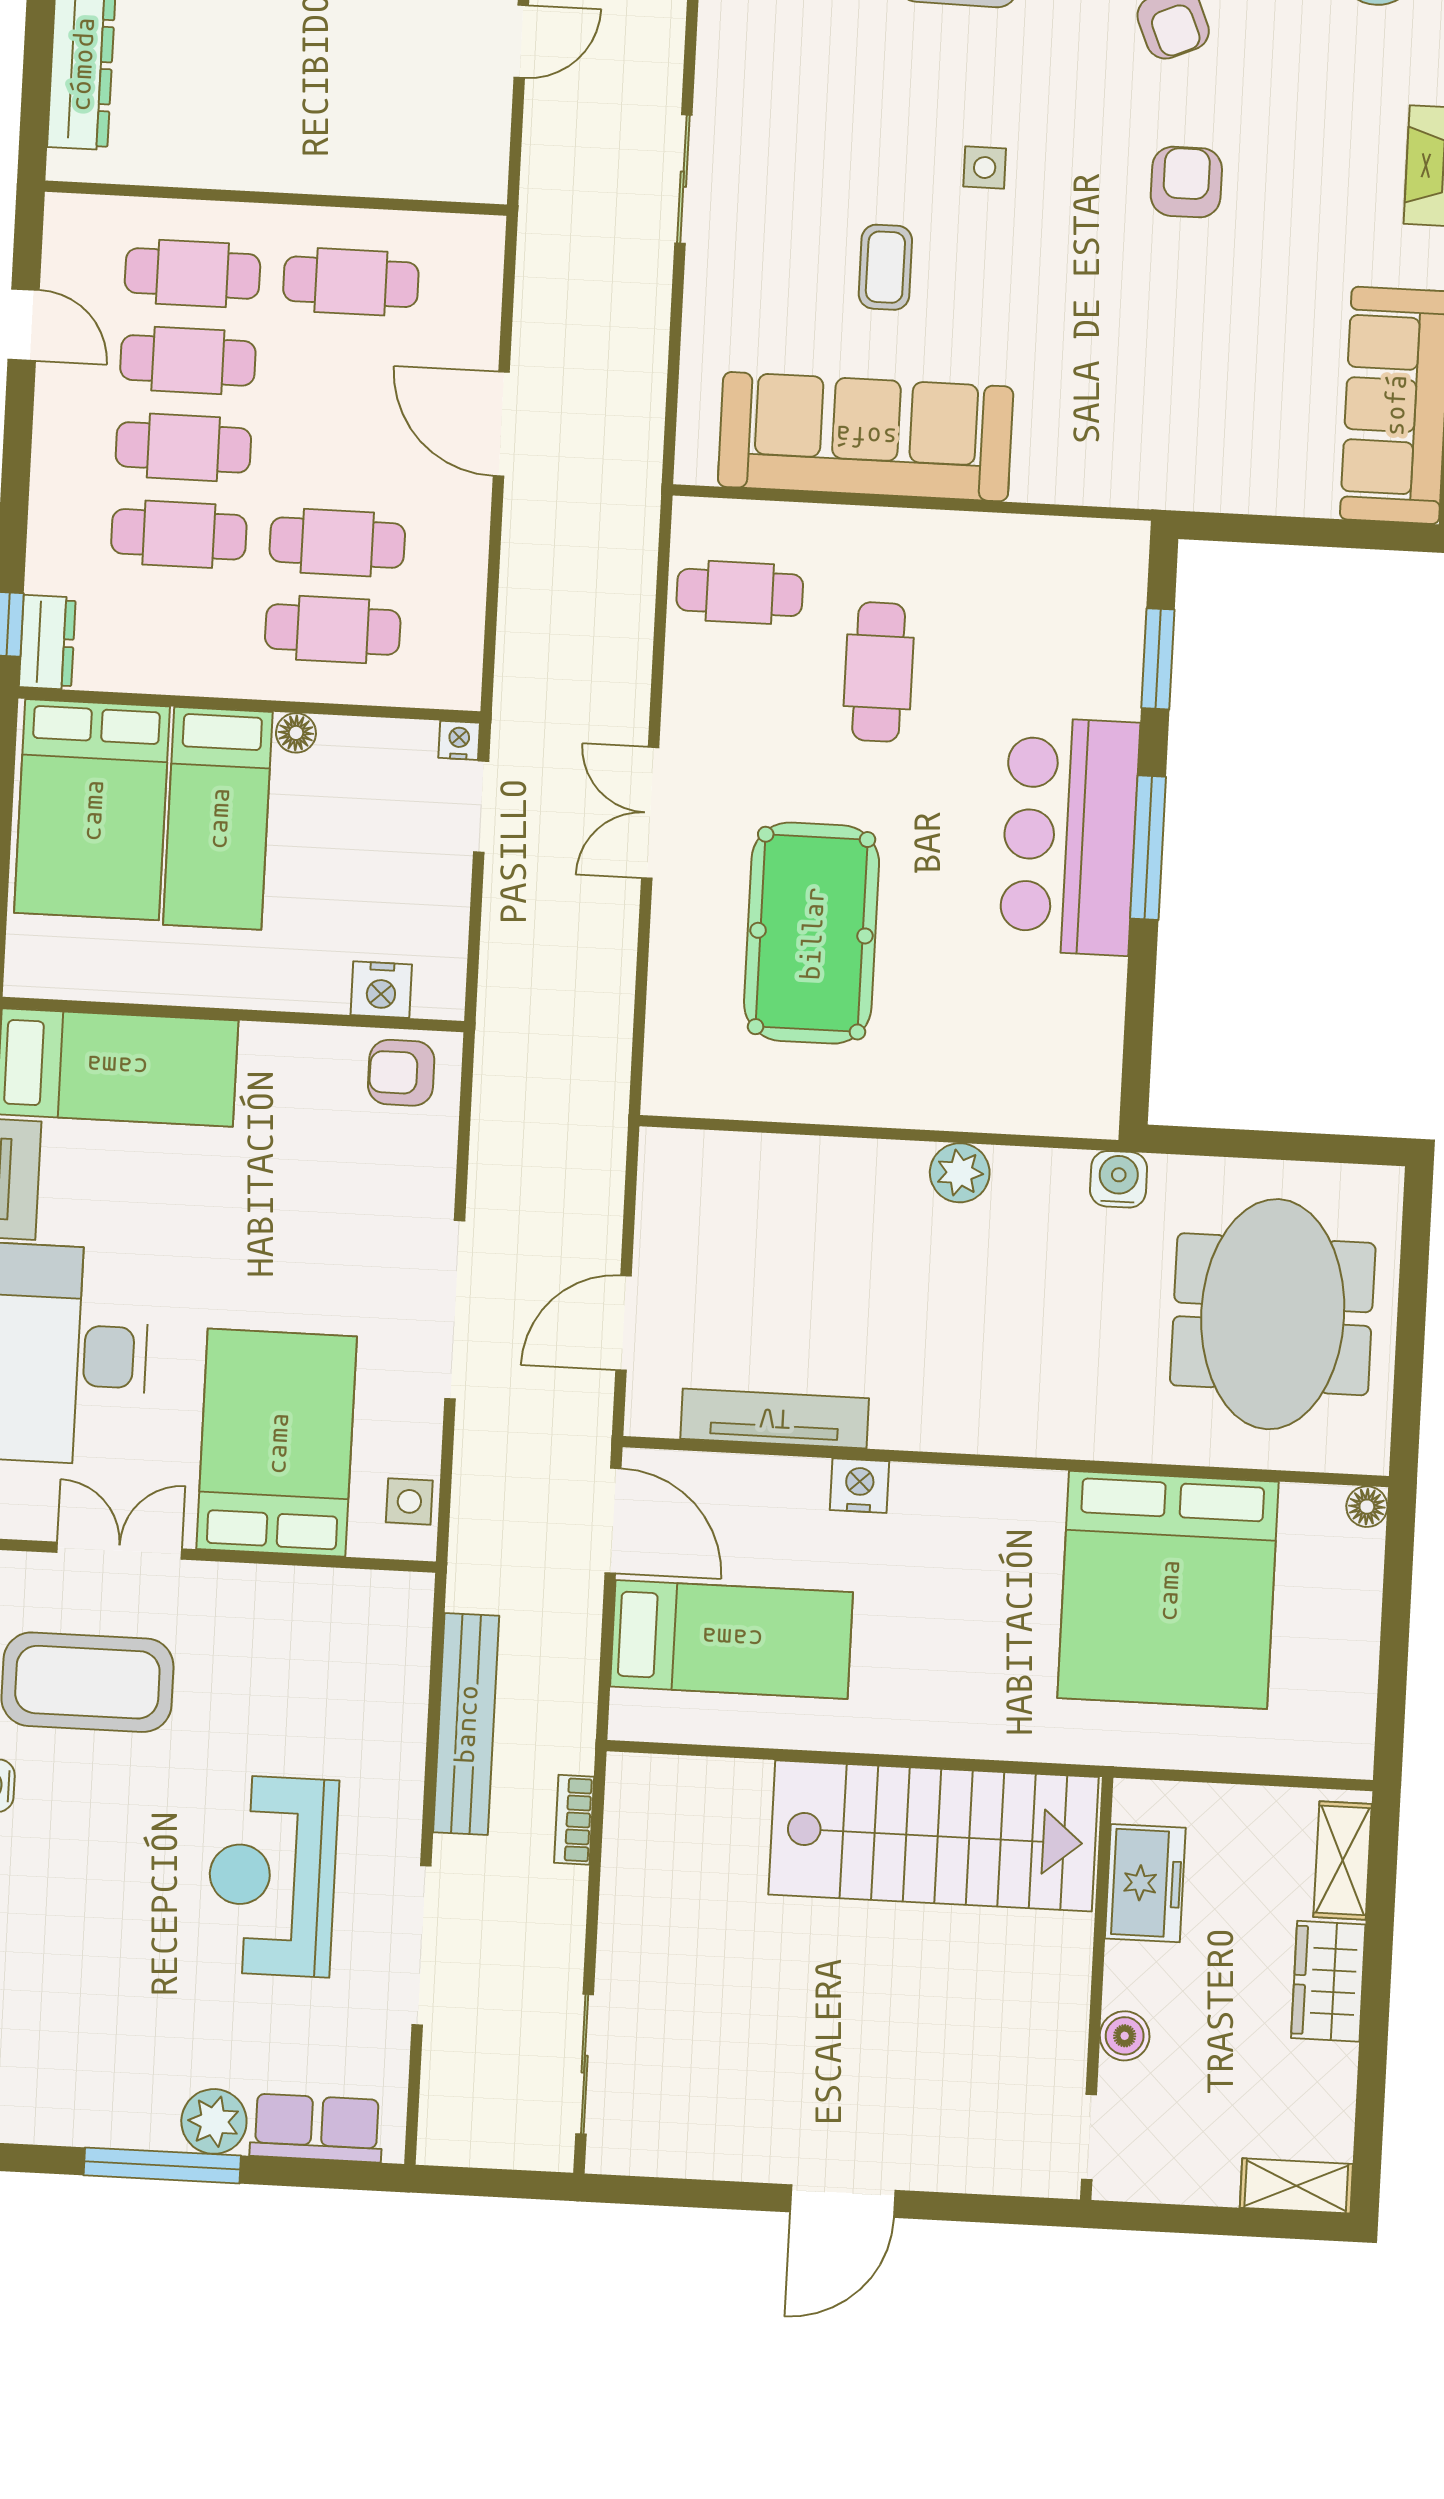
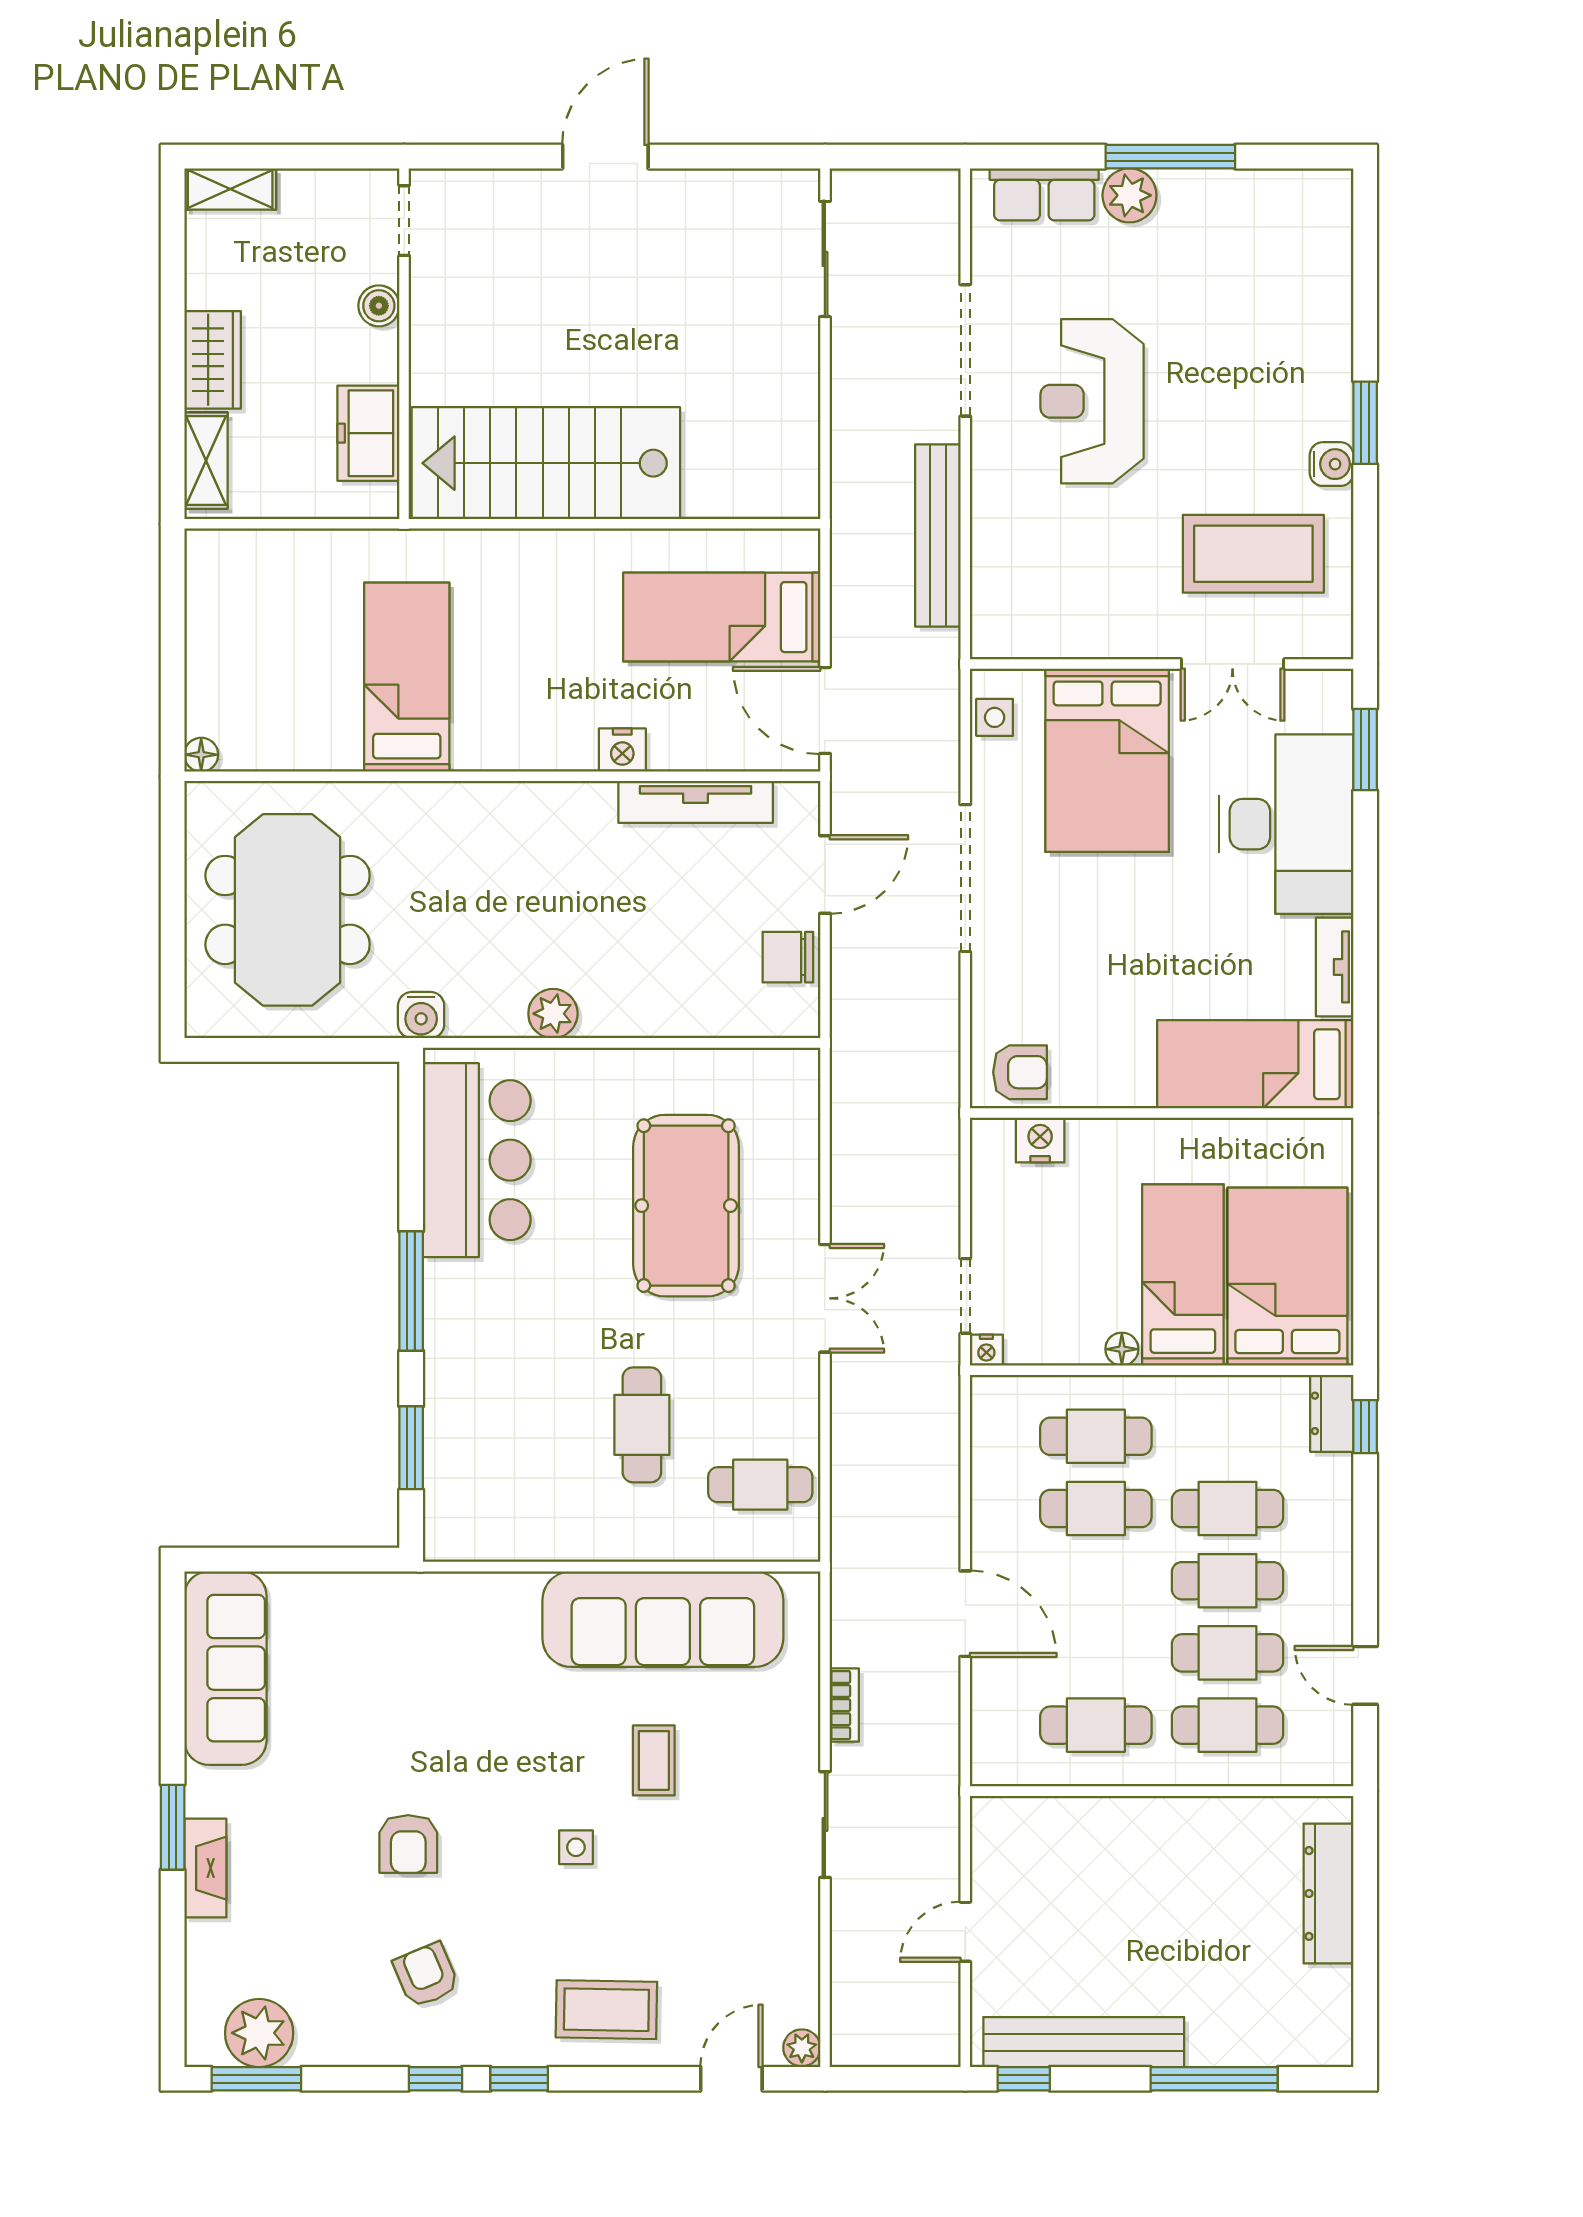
bar counter: (1069, 836) -> (477, 1160), moved
chair: (673, 1226) -> (788, 957), added
bed: (1168, 1590) -> (407, 677), width x0.49
bookcase: (574, 1820) -> (844, 1705), moved
reception desk: (272, 1876) -> (1092, 401), turned 180

